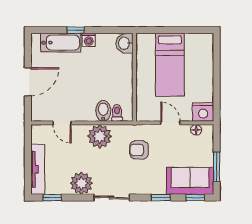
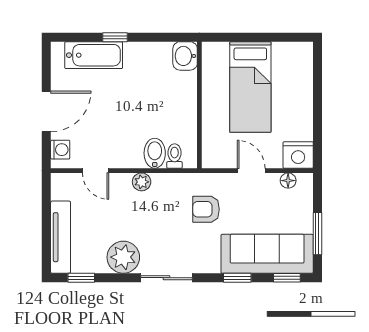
washing machine: (89, 40) -> (60, 150), moved, turned -90
plant: (100, 136) -> (142, 182), width x0.53, depth x0.53
sofa: (190, 181) -> (267, 254), width x1.36

